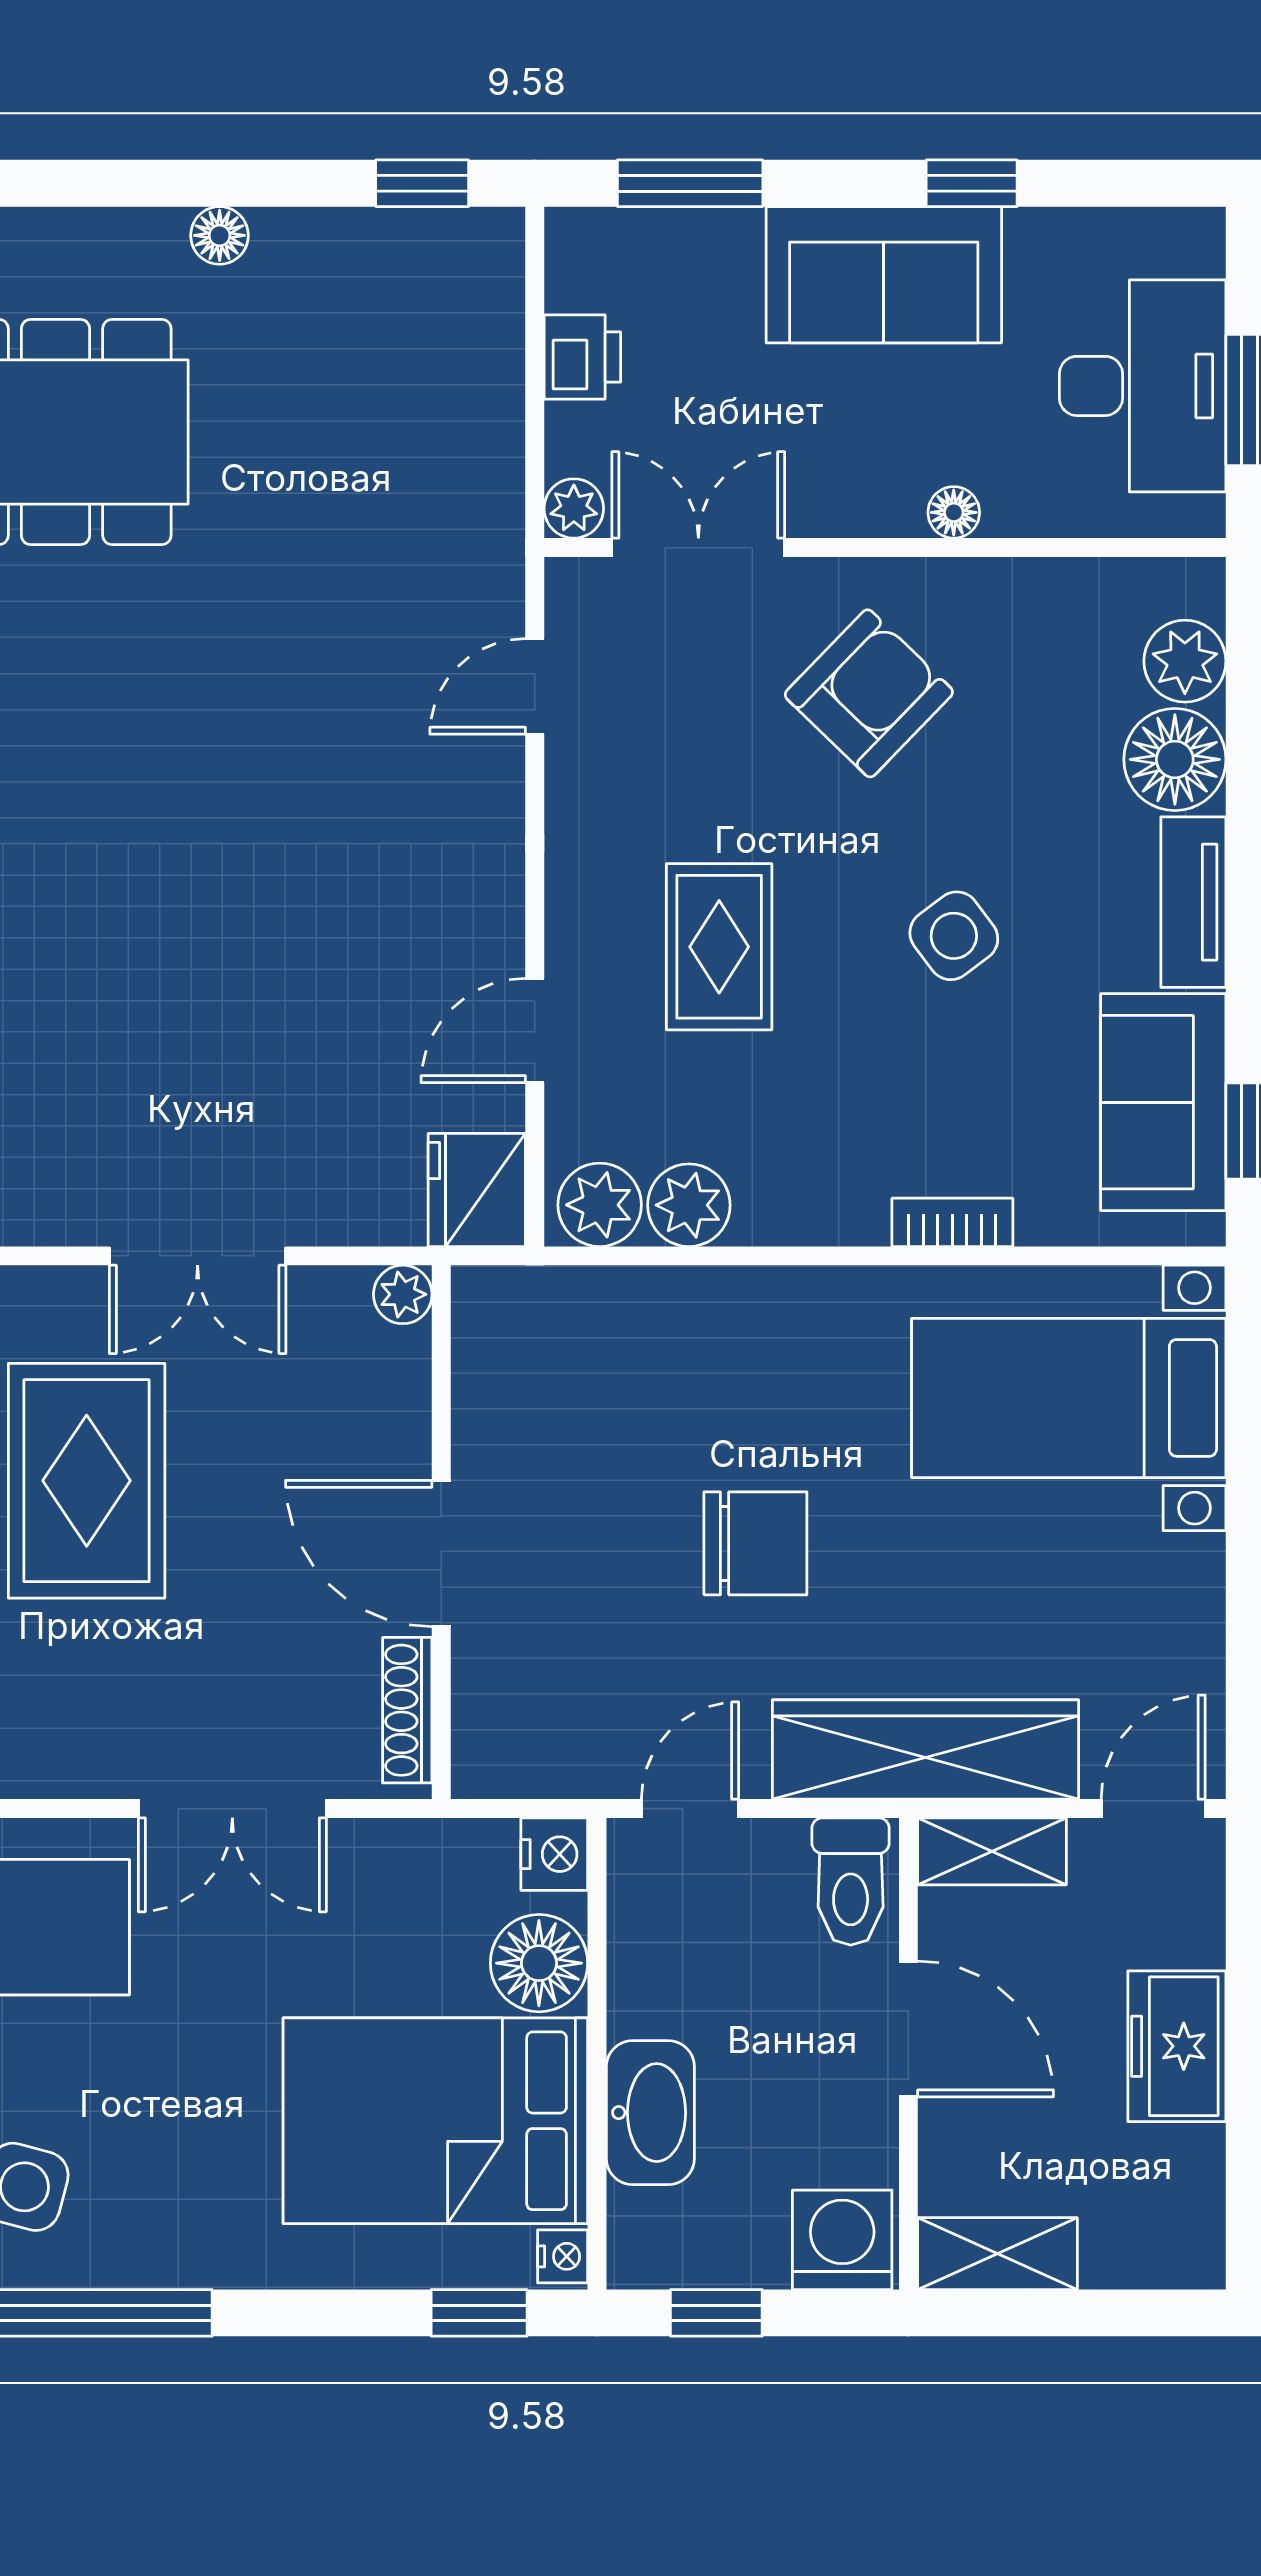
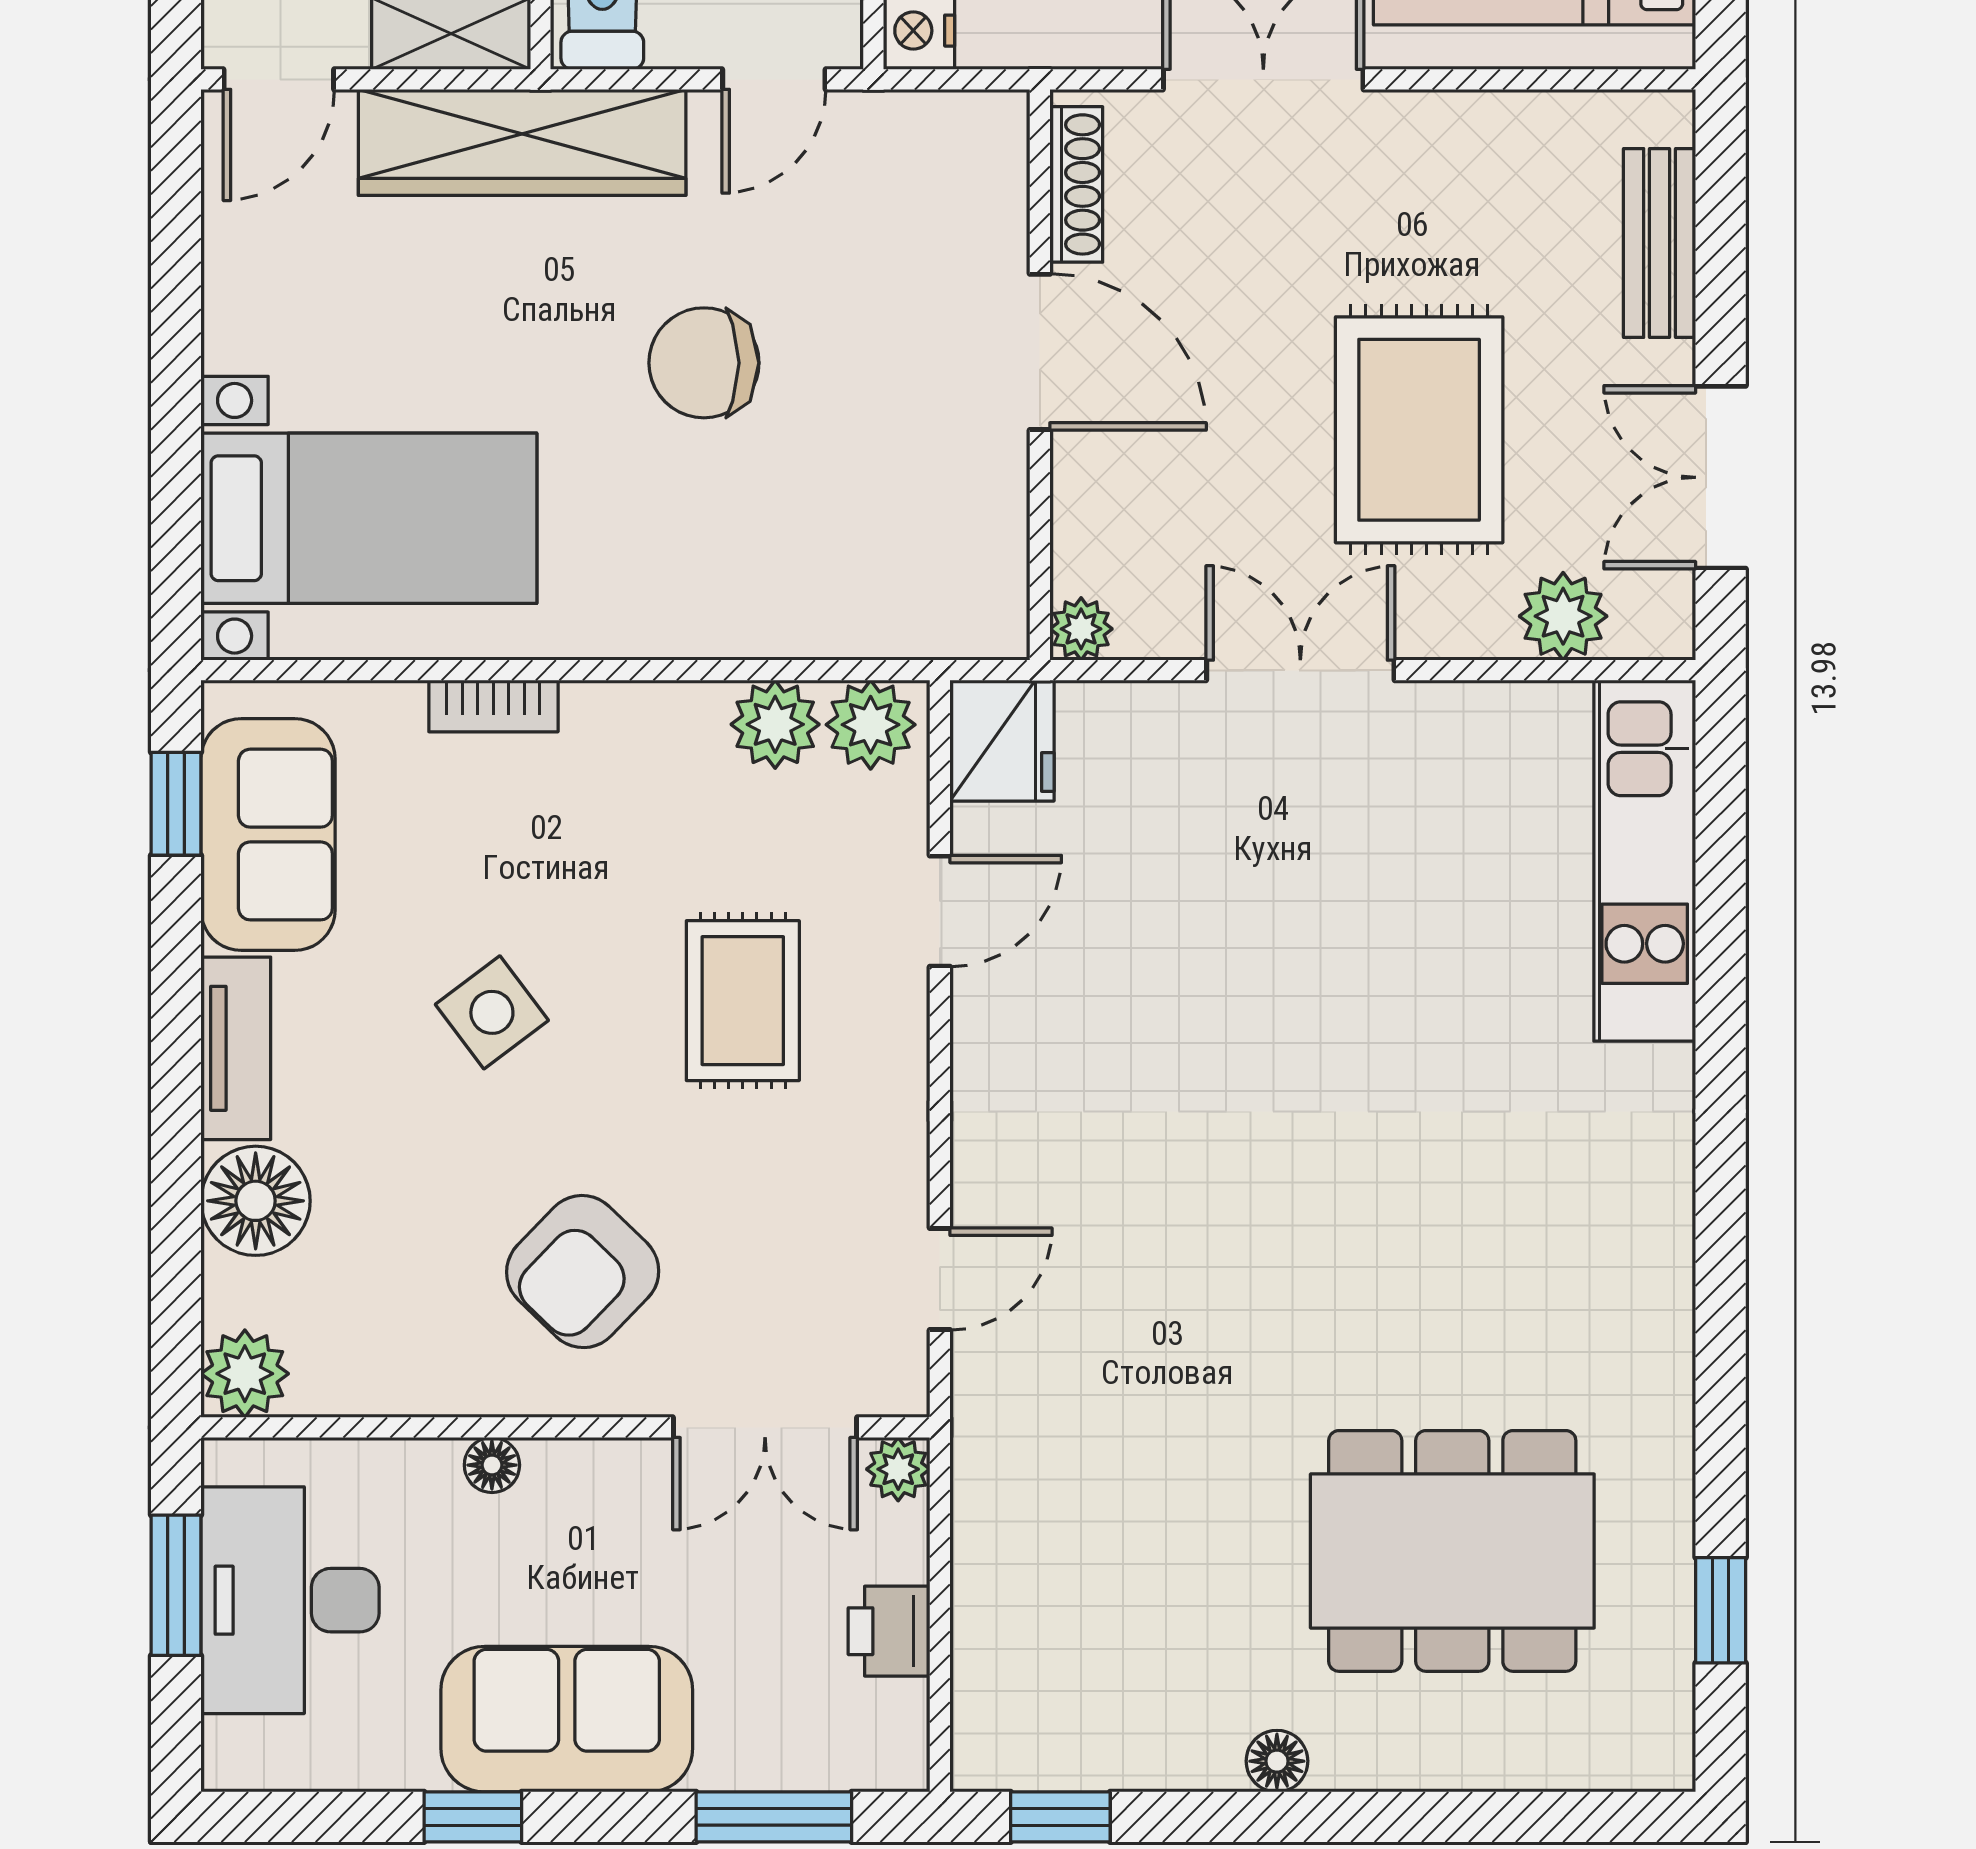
plant: (1185, 661) -> (245, 1374), moved

